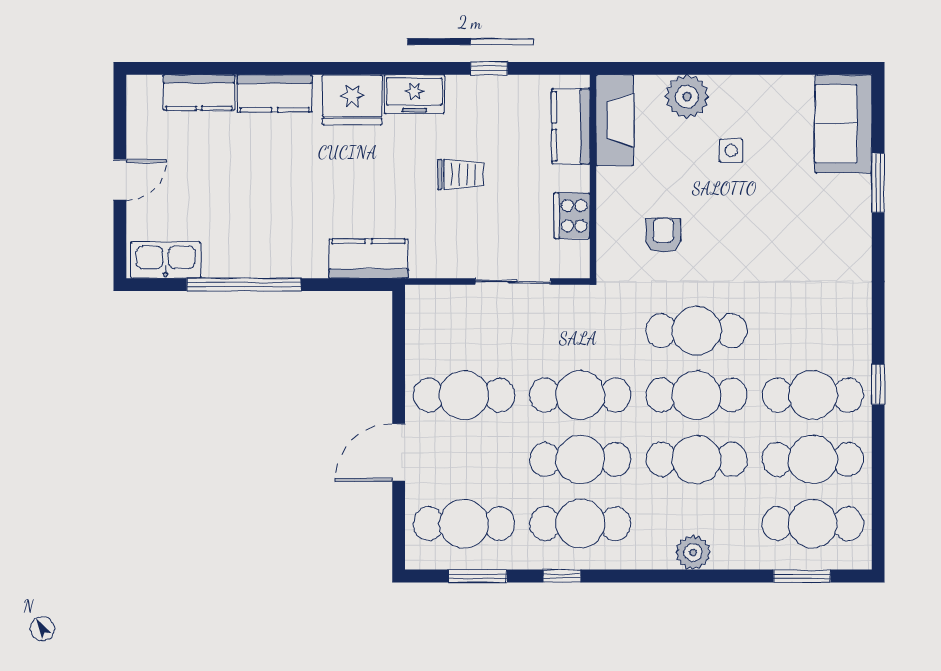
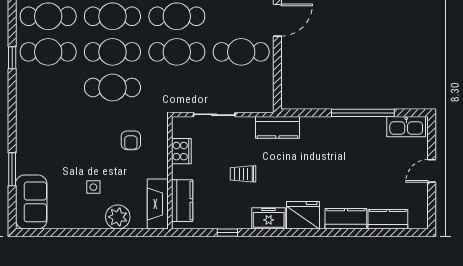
kitchen counter: (368, 259) -> (277, 127), moved

